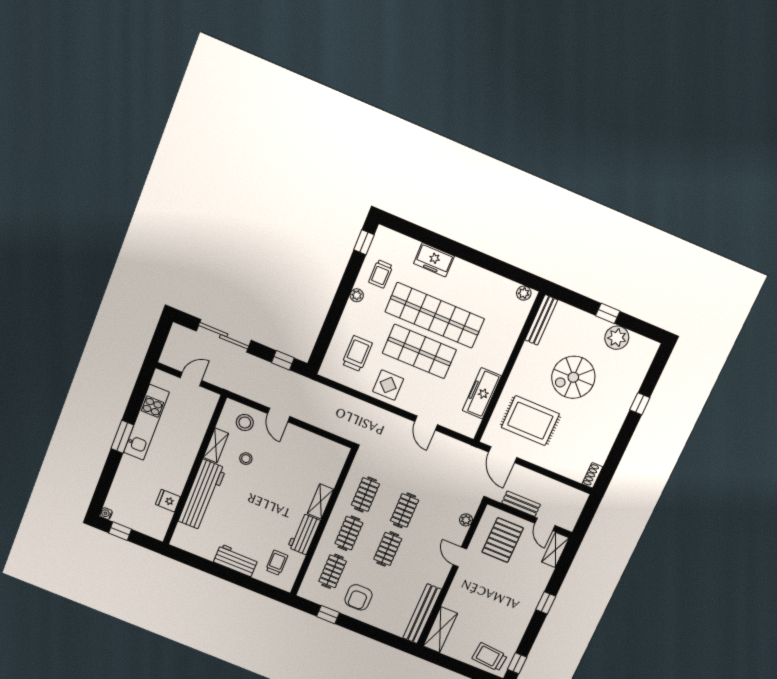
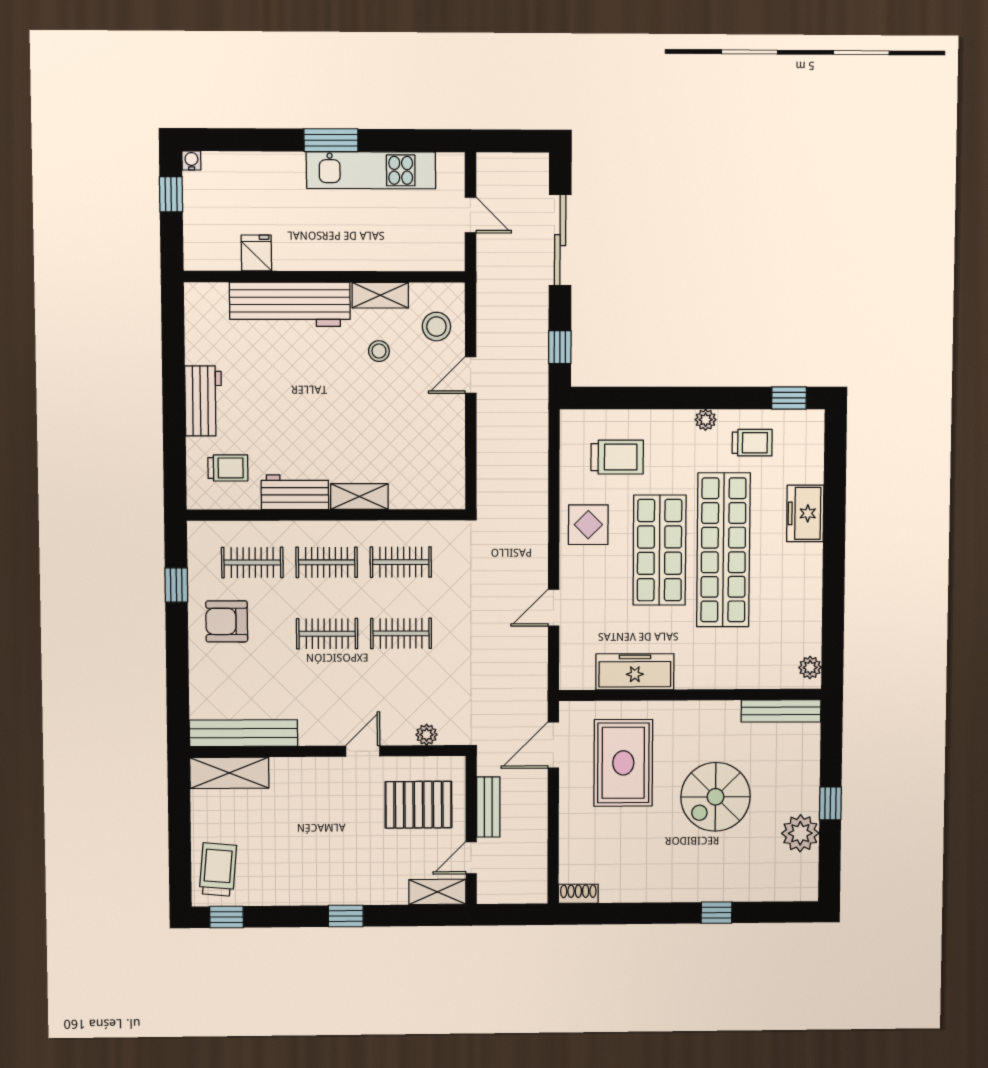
trolley: (381, 274) -> (752, 443), turned 180
spiral stairs: (573, 377) -> (715, 797), turned -90

